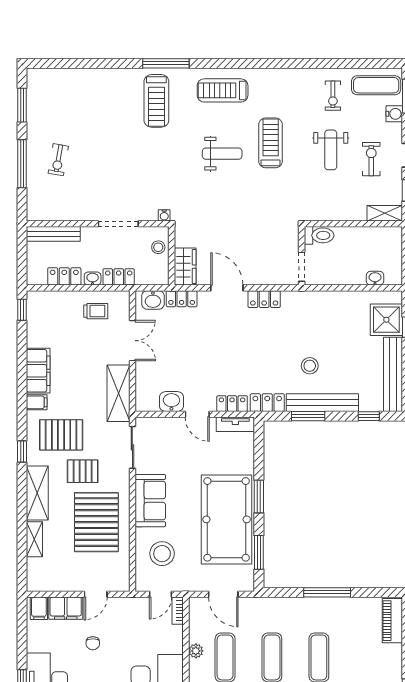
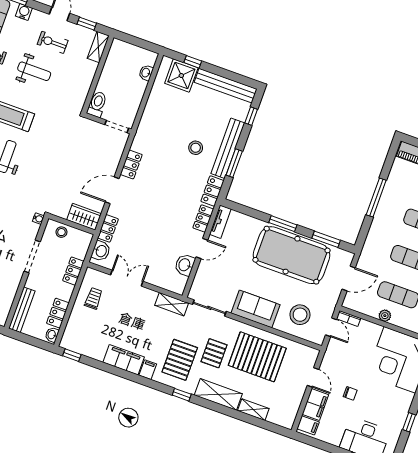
washbasin: (93, 279) -> (52, 335), moved
shelving: (118, 393) -> (172, 304), width x0.67, depth x0.75

